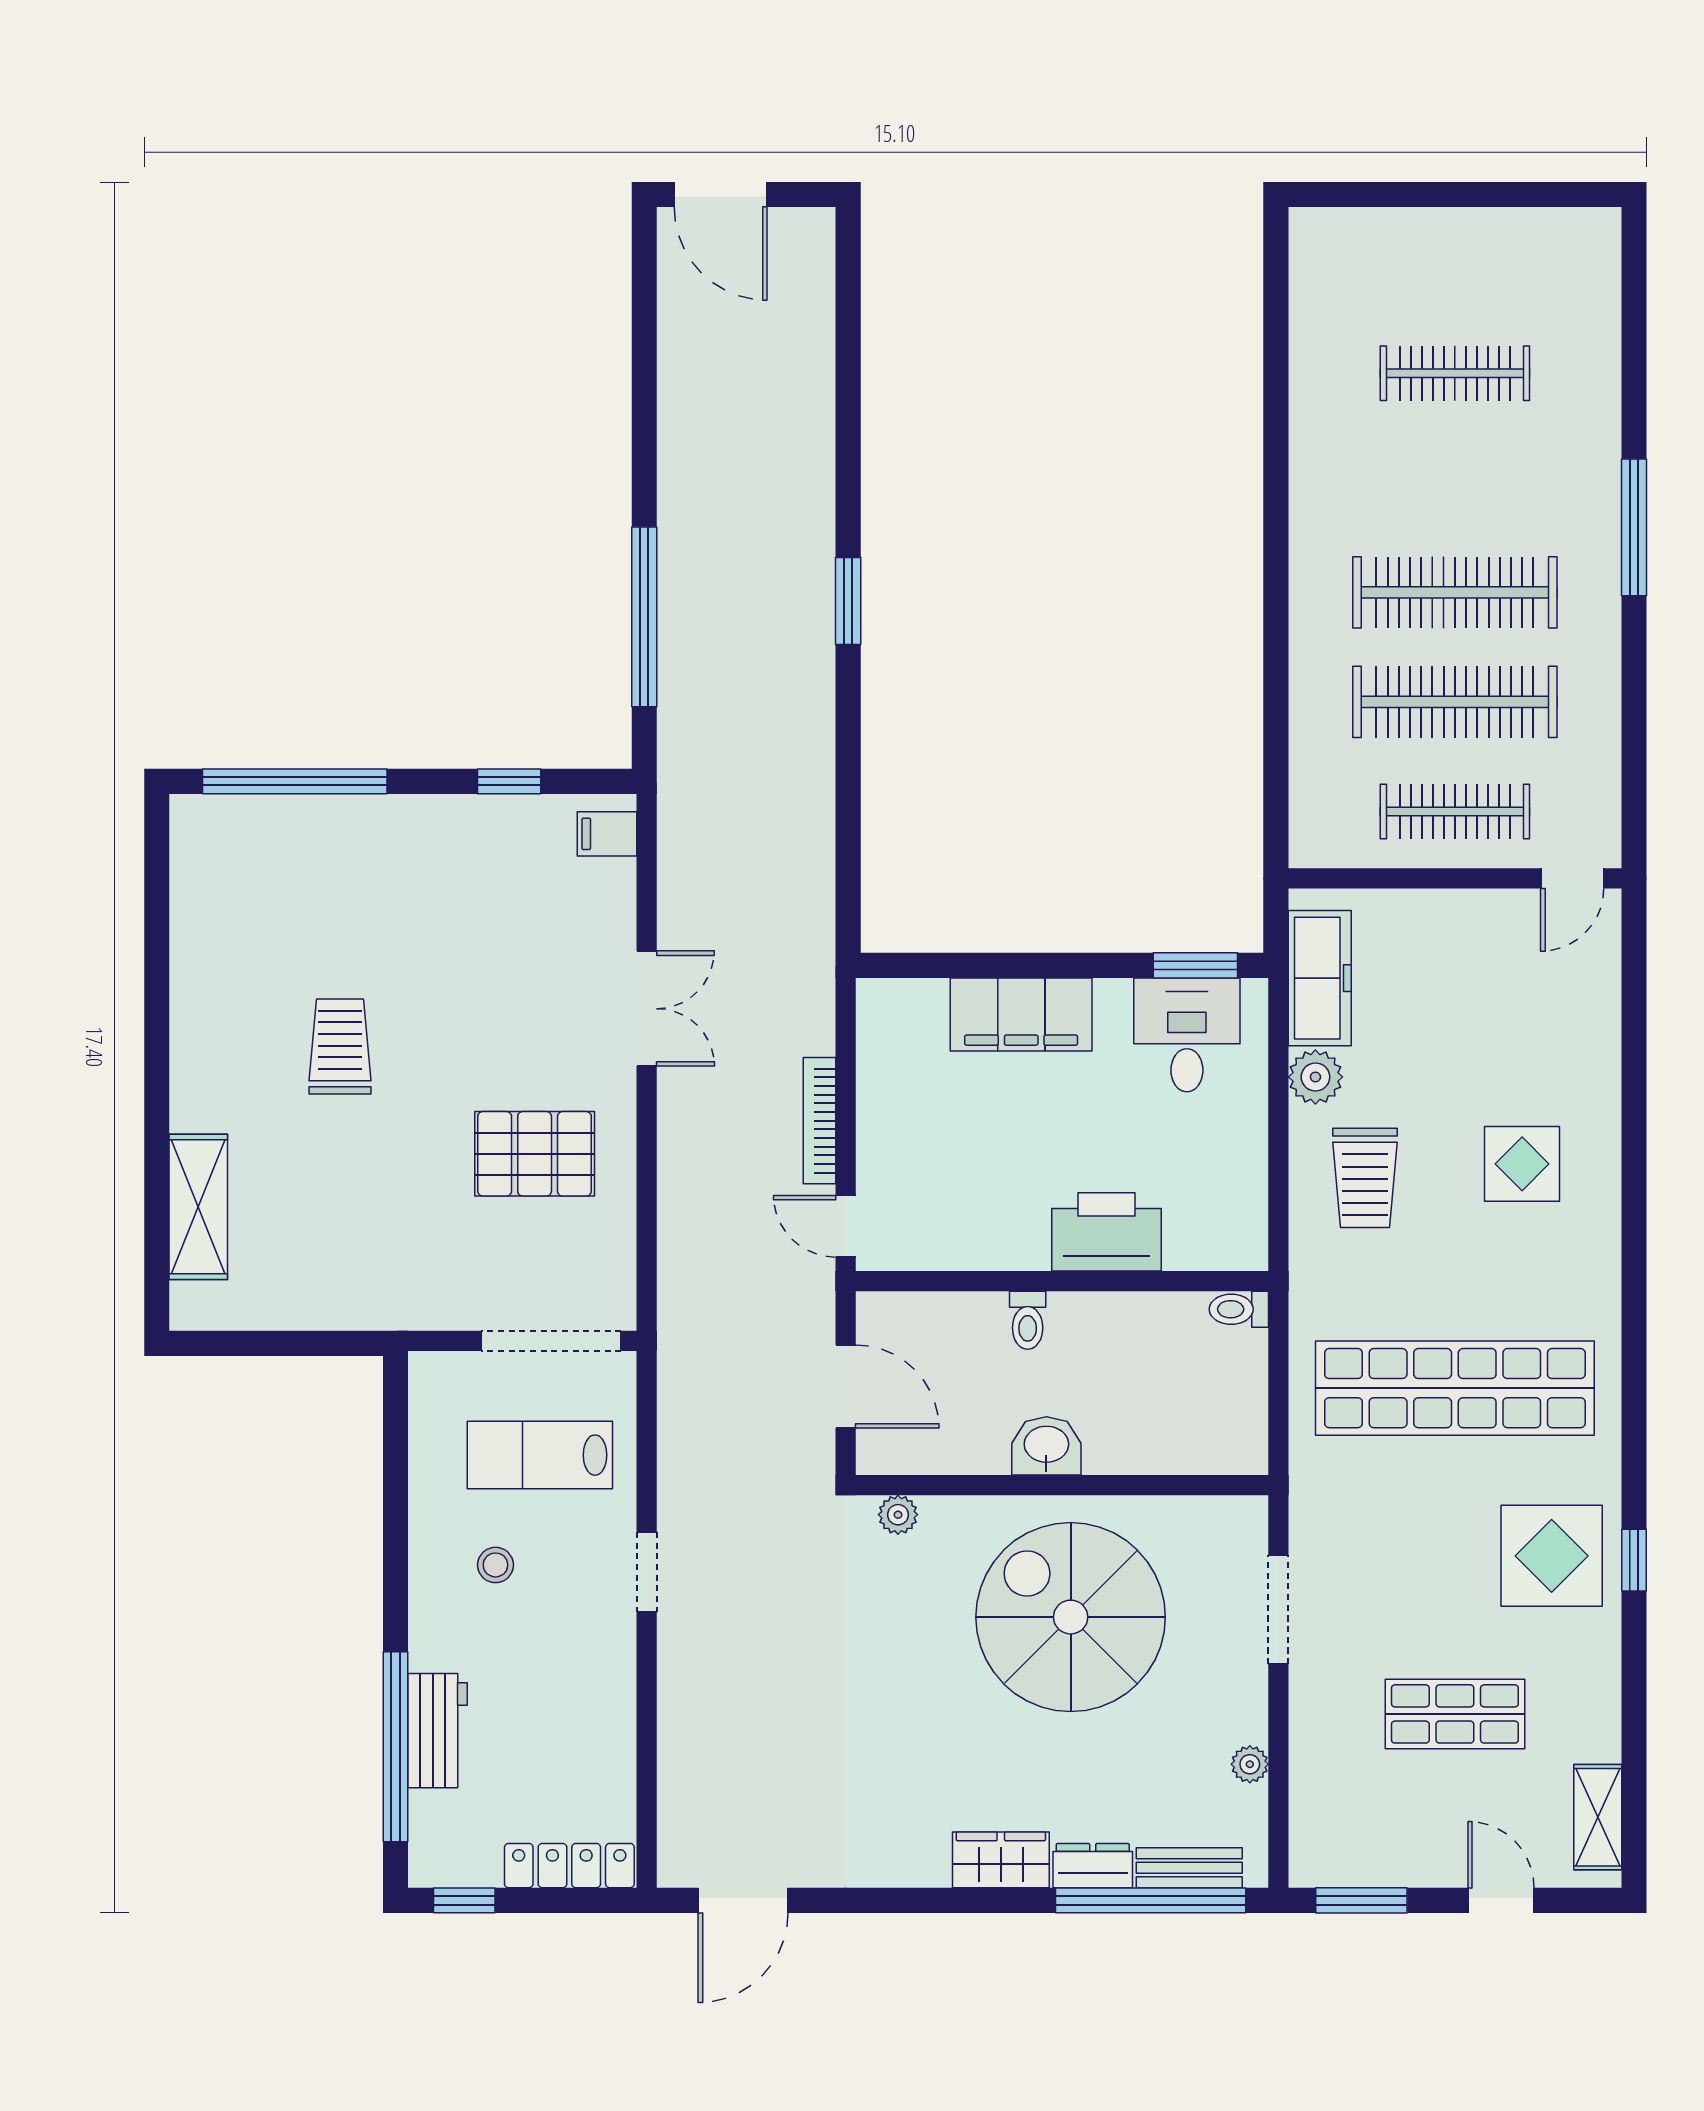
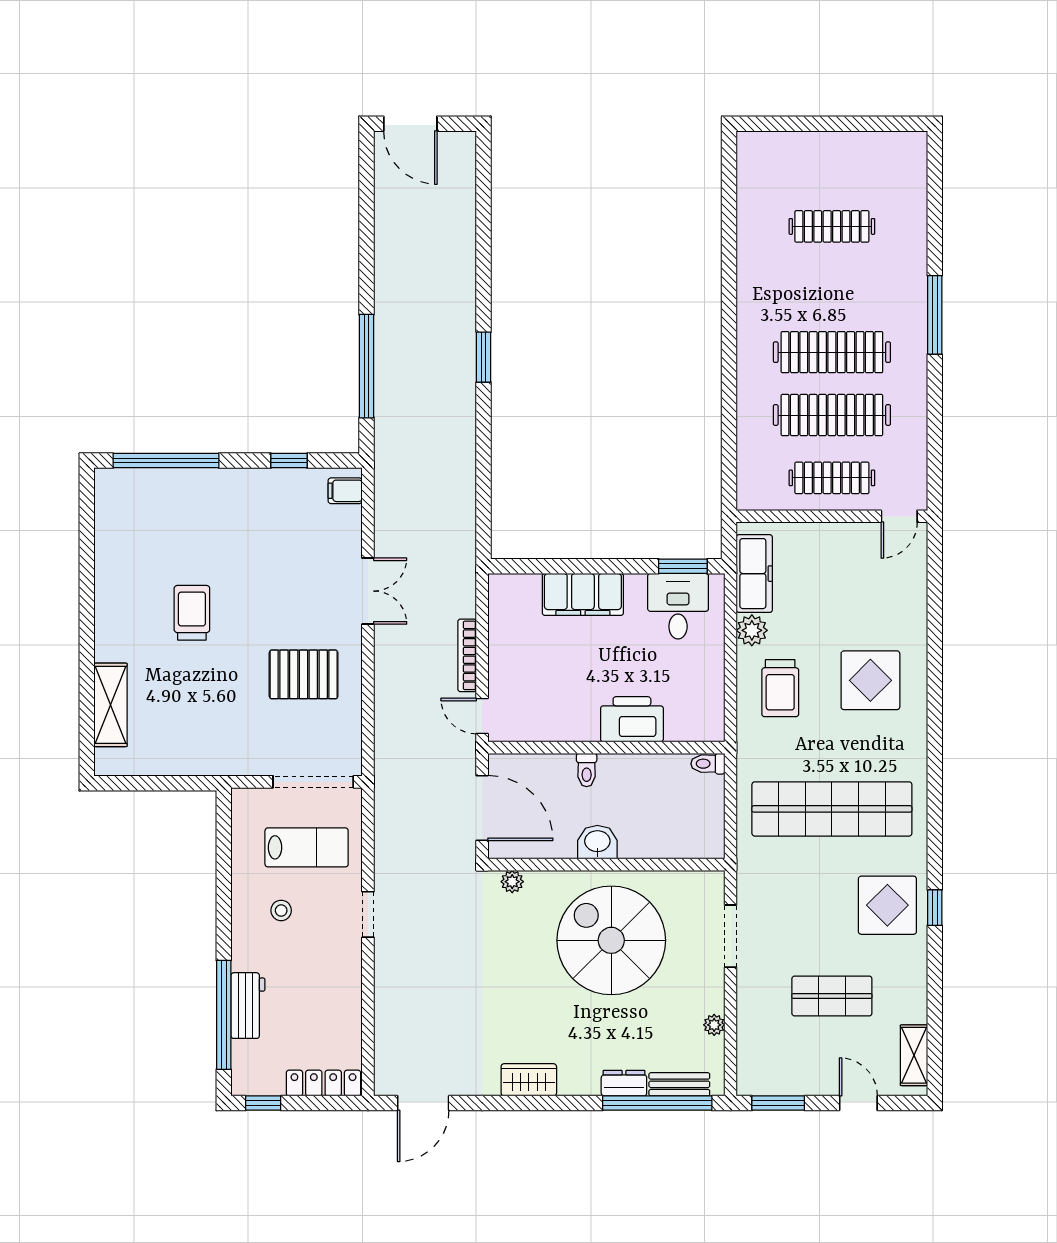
display table: (1522, 1164) -> (870, 680), width x1.36, depth x1.36
door: (846, 1387) -> (482, 808), width x1.36
lab bench: (540, 1455) -> (307, 847), turned 180
wardrobe: (1001, 1860) -> (529, 1080), moved

